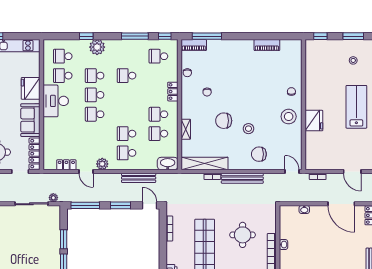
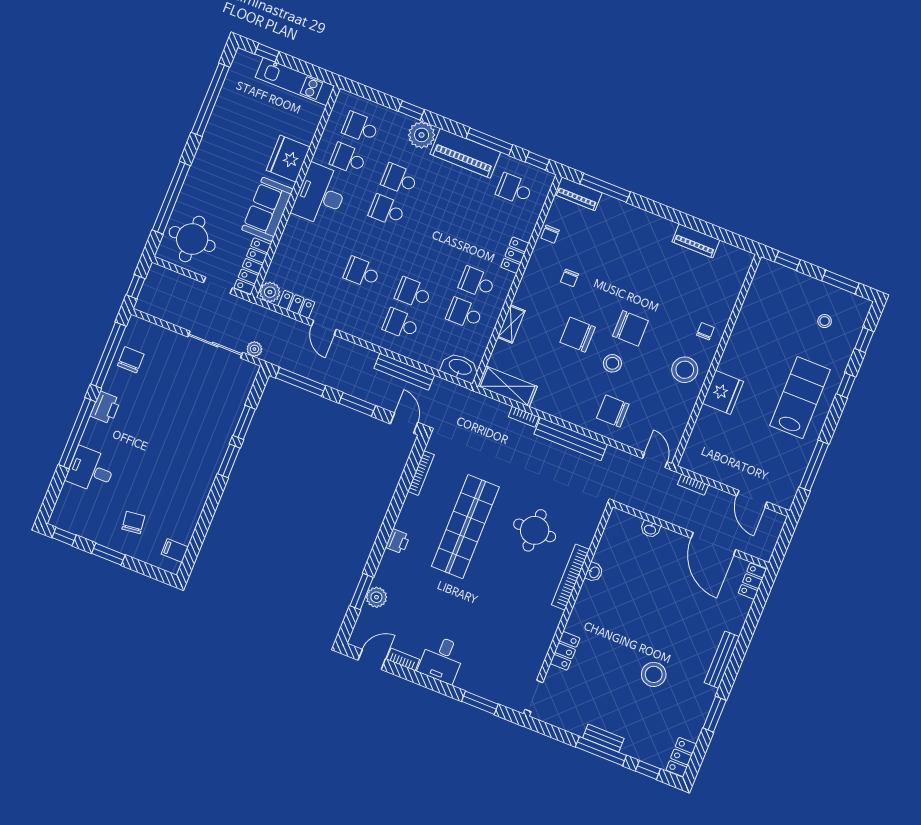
piano: (124, 47) -> (465, 153), added
school desk: (127, 76) -> (450, 200), removed
chair: (251, 106) -> (630, 328), added
school desk: (95, 114) -> (362, 272), moved
shelving: (205, 163) -> (508, 386), width x0.68
plant: (102, 164) -> (270, 292), moved

